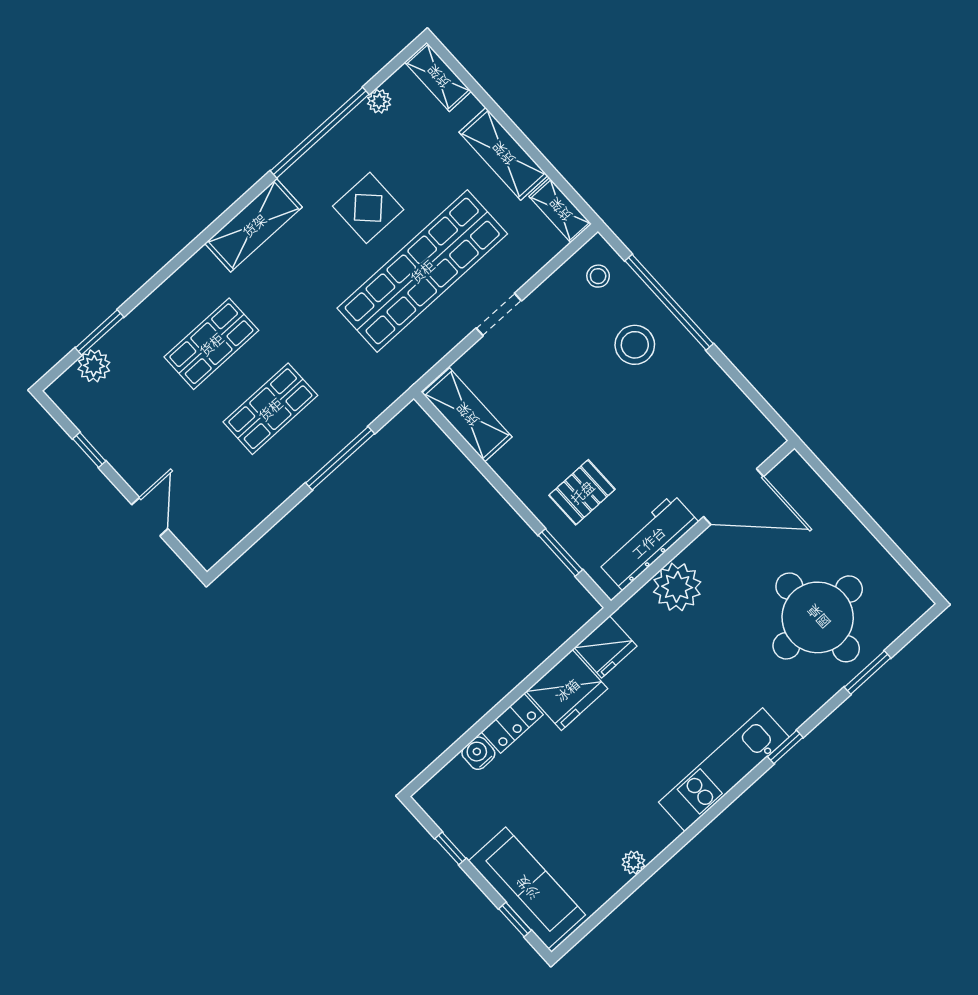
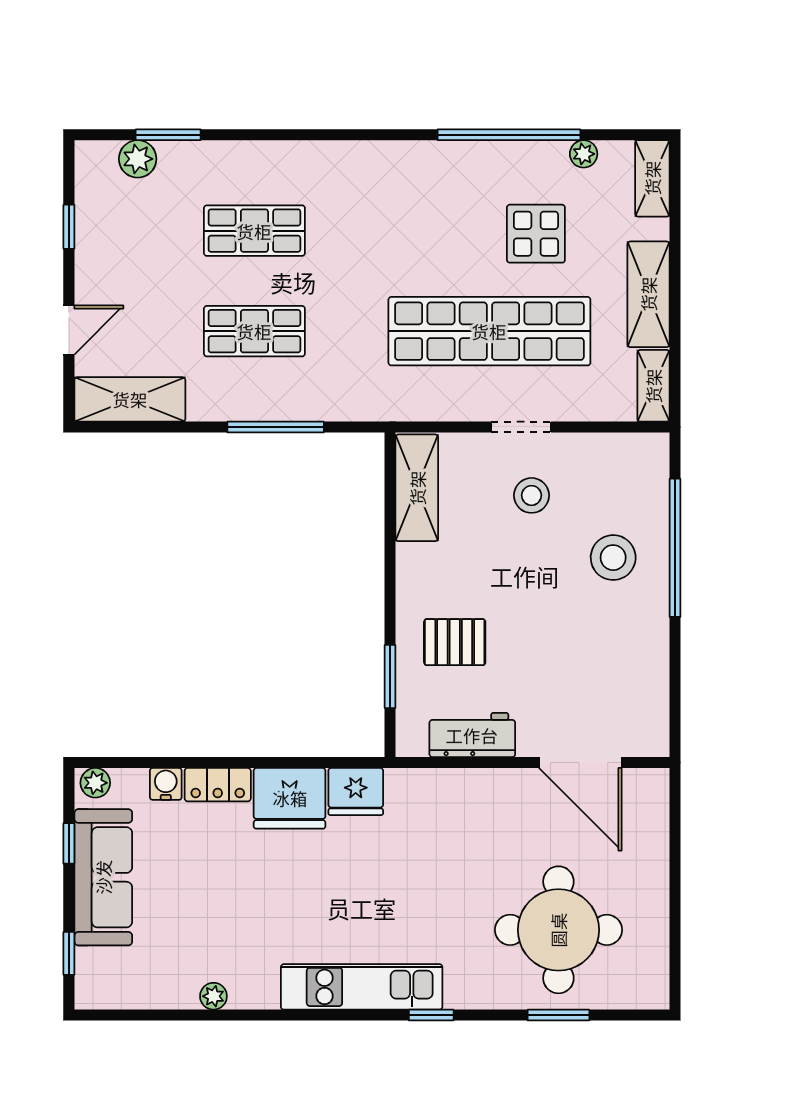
display table: (368, 208) -> (536, 234), moved
shelving: (254, 225) -> (130, 399), moved
stool: (598, 276) -> (531, 495), moved, width x1.37, depth x1.37
workbench: (648, 542) -> (472, 735), width x0.73
plant: (677, 587) -> (95, 783), moved, width x0.53, depth x0.53
sofa: (527, 888) -> (103, 877), moved

